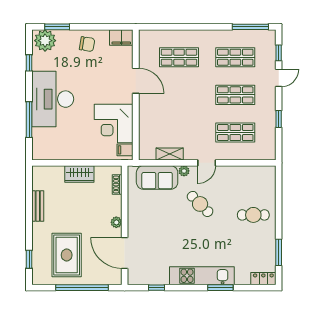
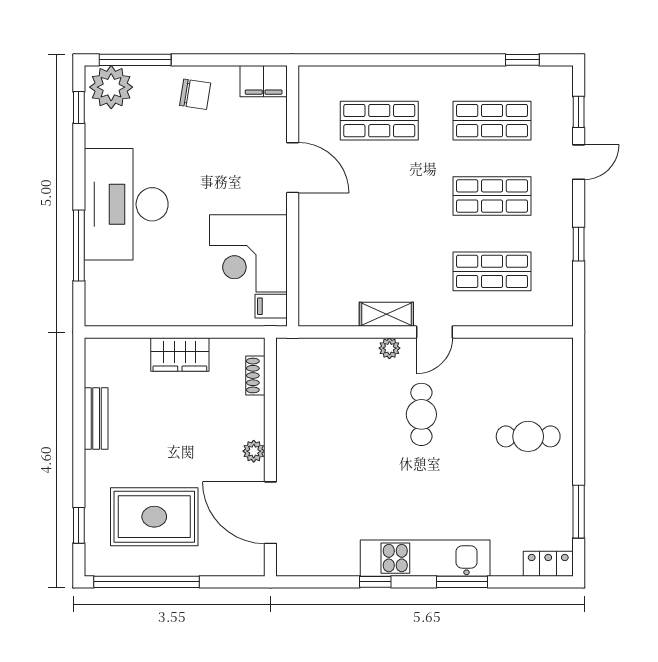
window: (57, 27) -> (135, 60), width x1.44
window: (250, 27) -> (522, 60), width x0.46
window: (29, 63) -> (79, 108), moved
shelving: (170, 154) -> (386, 314), moved
sofa: (157, 177) -> (335, 361), removed
cafe table: (200, 204) -> (421, 414), turned 45
rug: (67, 255) -> (154, 517), turned 90
window: (82, 288) -> (147, 582), moved
window: (157, 288) -> (375, 582), moved

